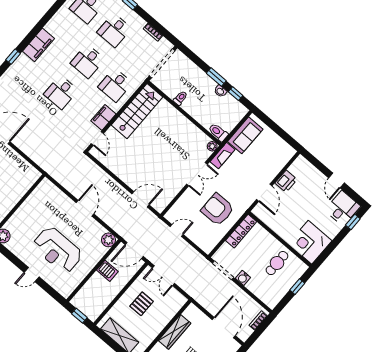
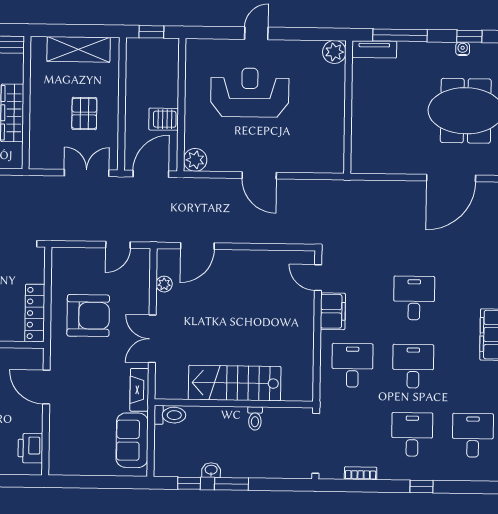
stairs: (137, 111) -> (235, 383), moved, turned 90
plant: (212, 146) -> (164, 284), moved
printer: (286, 181) -> (30, 448), moved

